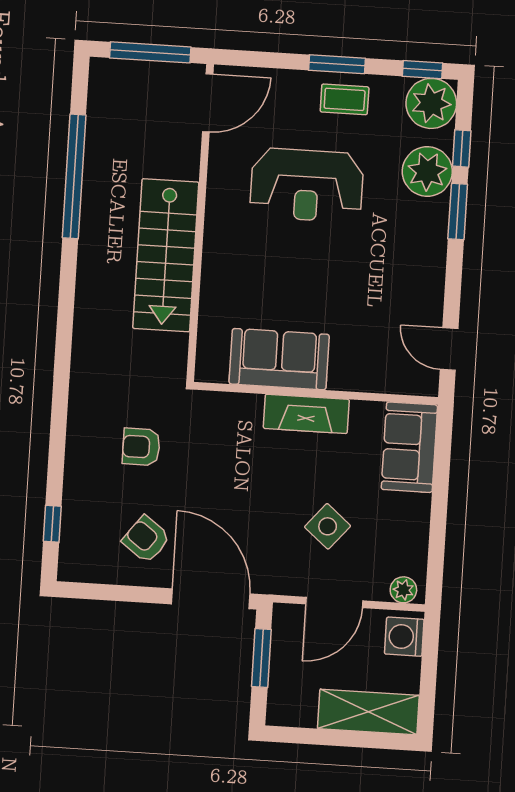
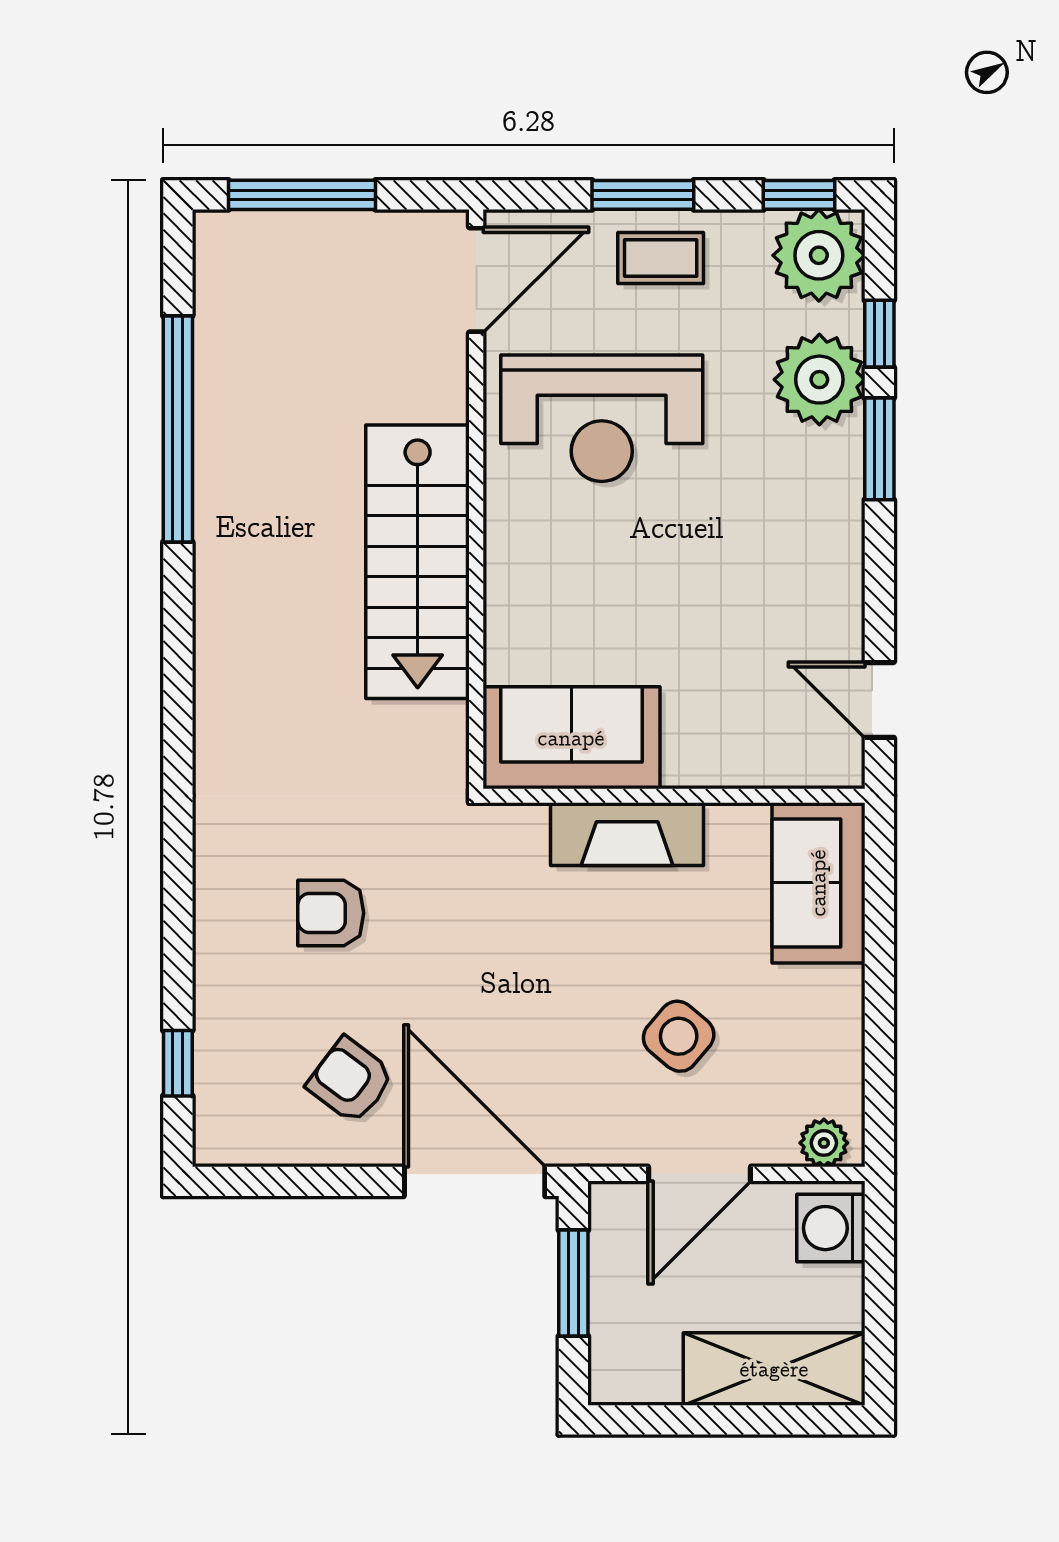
door: (208, 103) -> (476, 280), moved
wall: (200, 223) -> (476, 499), moved
stairs: (166, 255) -> (418, 562), moved

